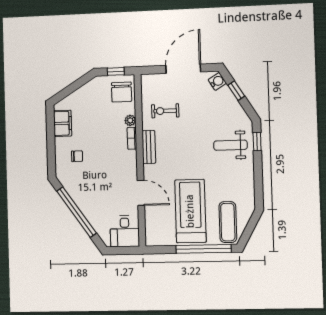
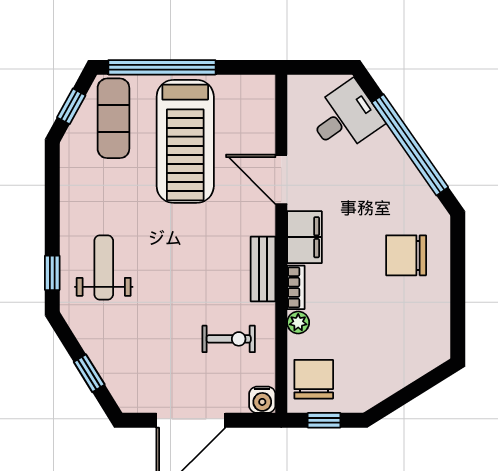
water cooler: (217, 81) -> (262, 400), moved, turned -58
filing cabinet: (63, 123) -> (304, 237), moved, turned 180
weight bench: (230, 145) -> (104, 268), turned -90
chair: (77, 156) -> (406, 255), width x1.87, depth x1.87
window: (250, 228) -> (71, 106), added
desk: (125, 231) -> (345, 118), moved, turned 55

